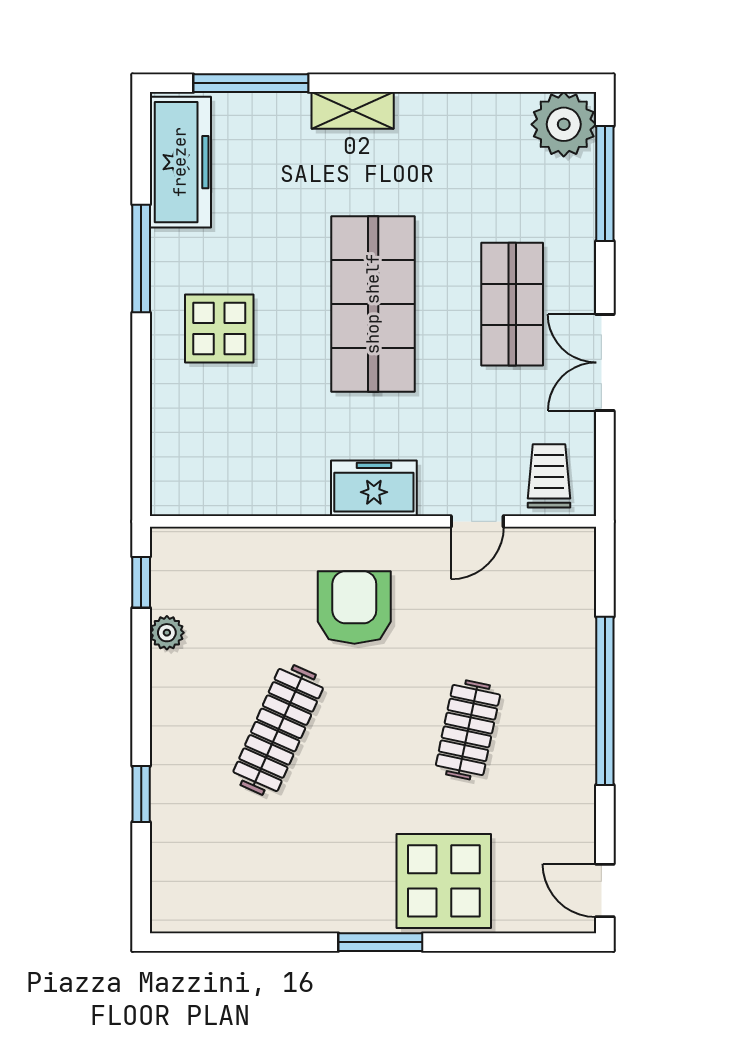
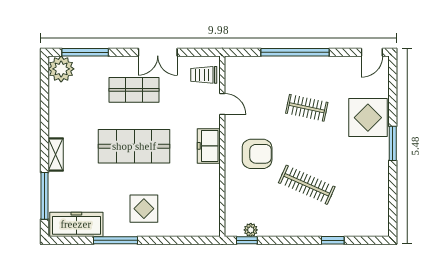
armchair: (354, 607) -> (257, 154), turned 180
plant: (167, 633) -> (251, 230), moved

